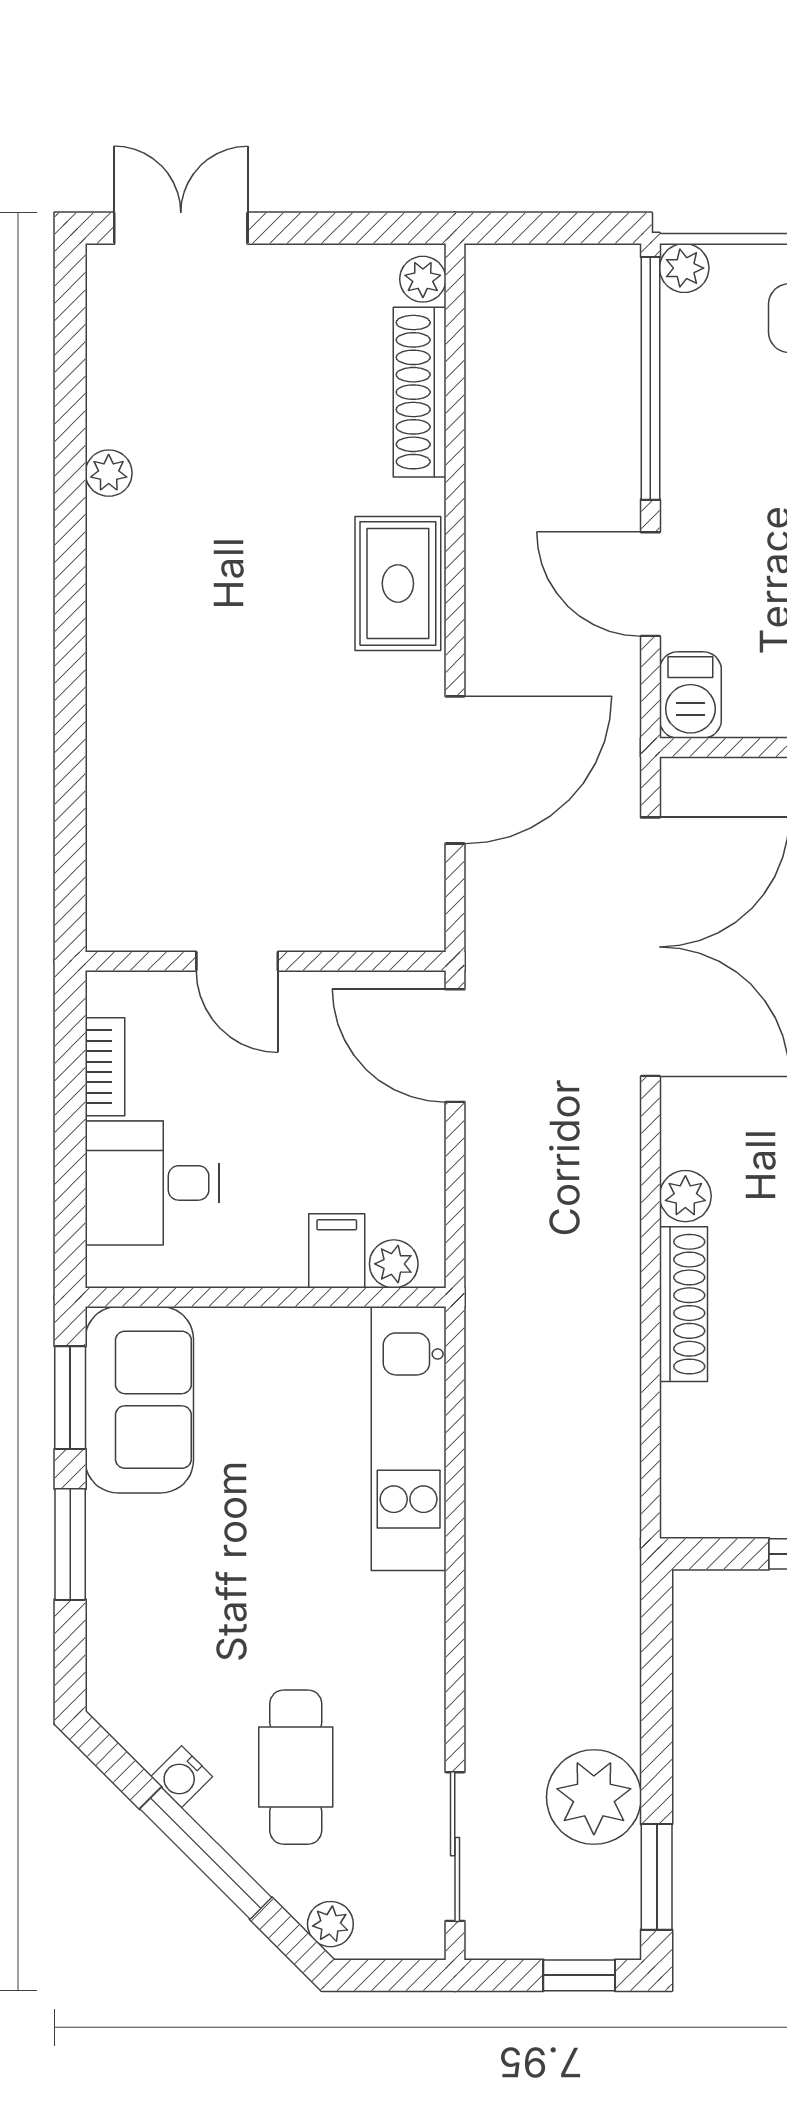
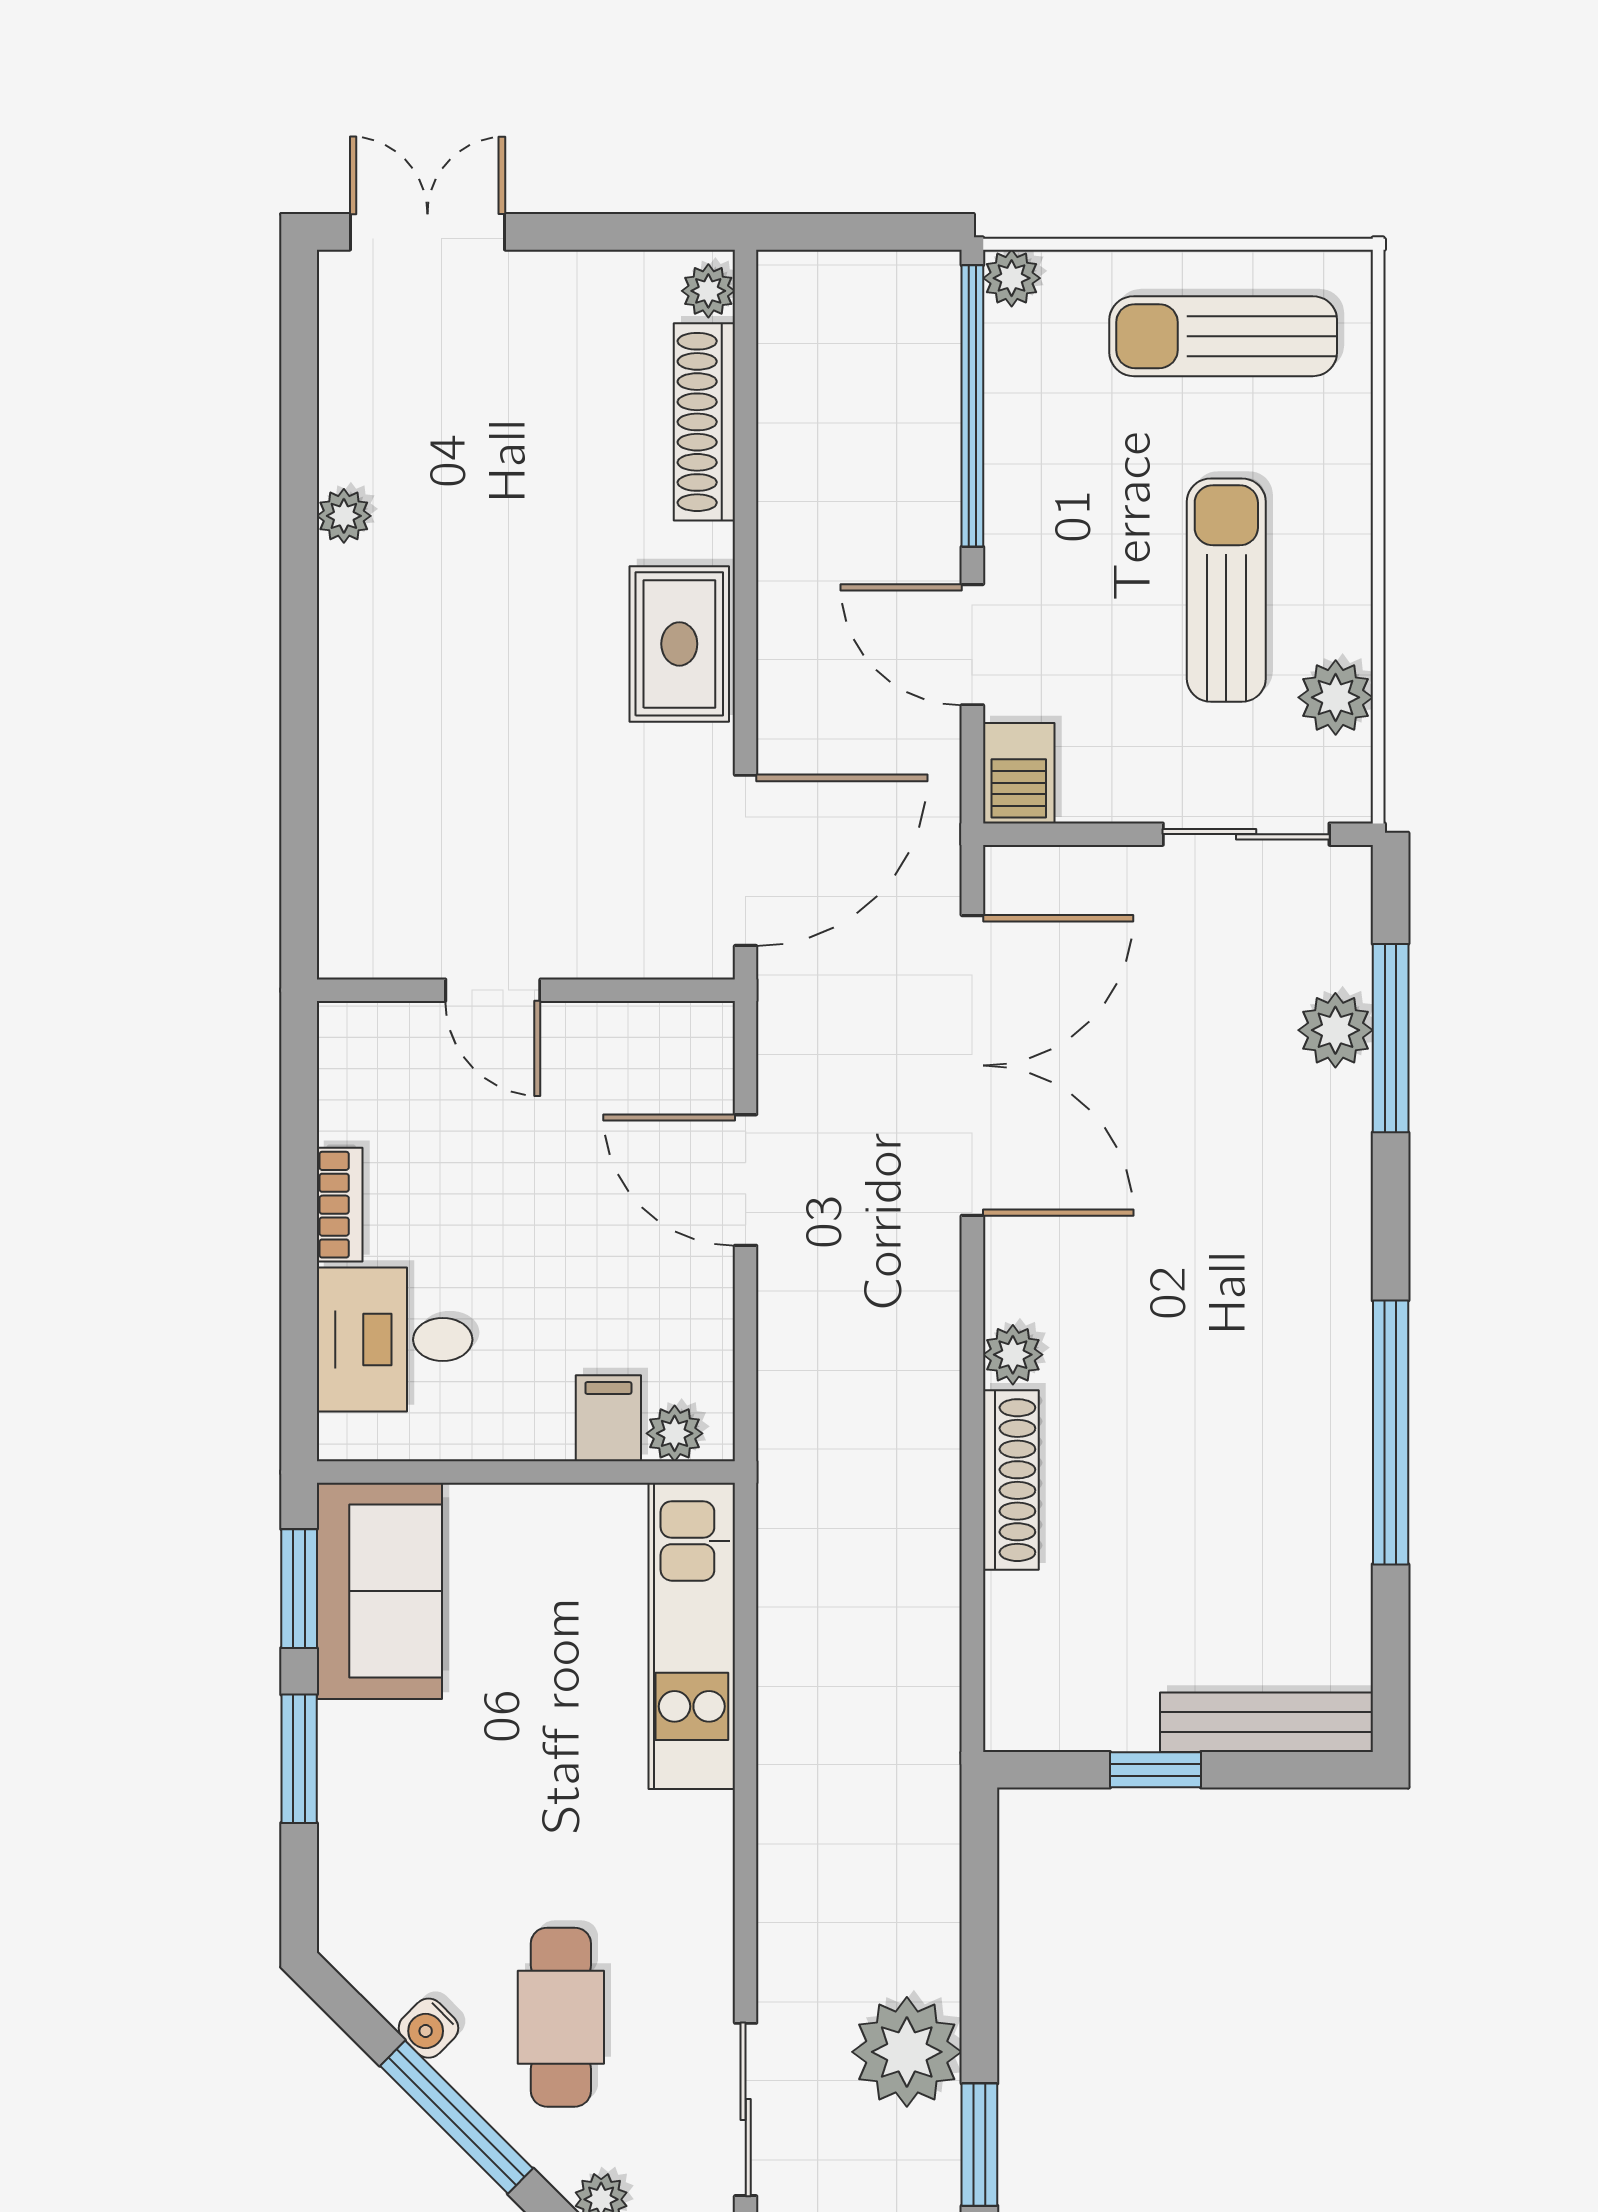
door: (237, 961) -> (493, 990), moved
wall: (266, 961) -> (526, 990), moved

